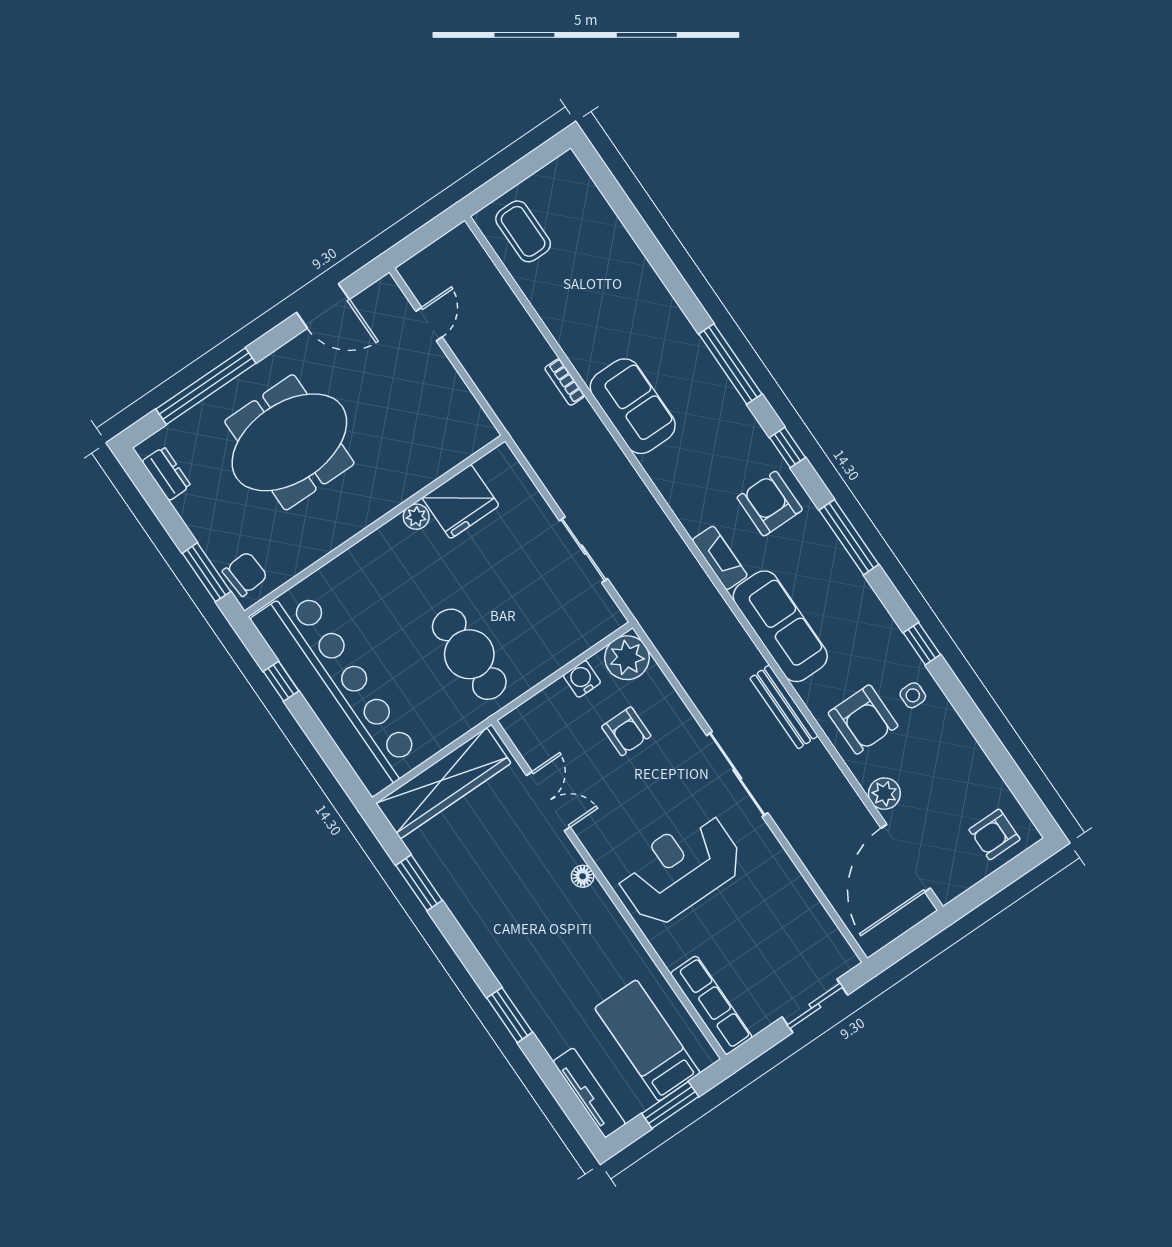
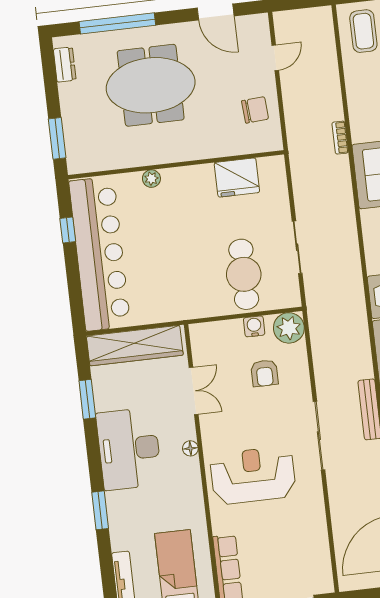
plant: (416, 517) -> (151, 179), moved
chair: (245, 574) -> (255, 110), moved
cafe table: (469, 654) -> (244, 274), moved
desk: (505, 918) -> (129, 449), added

